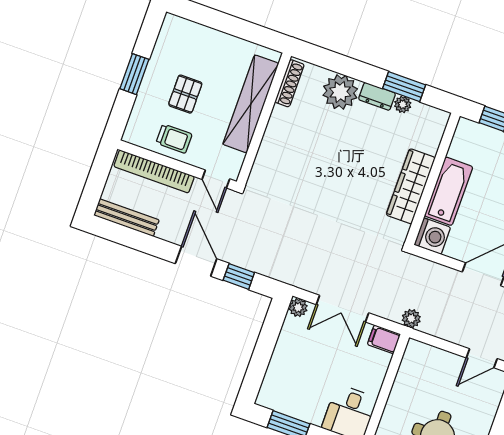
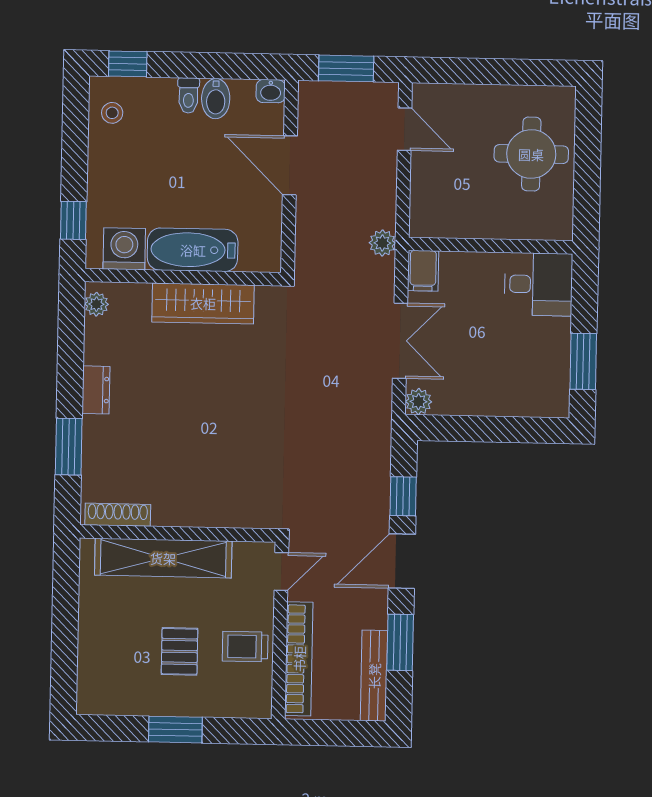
window: (404, 87) -> (69, 447), moved
plant: (340, 92) -> (107, 442), removed
pallet: (185, 94) -> (179, 651), turned 90
plant: (403, 104) -> (96, 304), moved
trolley: (174, 139) -> (245, 647), turned -90
washing machine: (432, 236) -> (124, 249), moved
window: (143, 242) -> (400, 642), added

